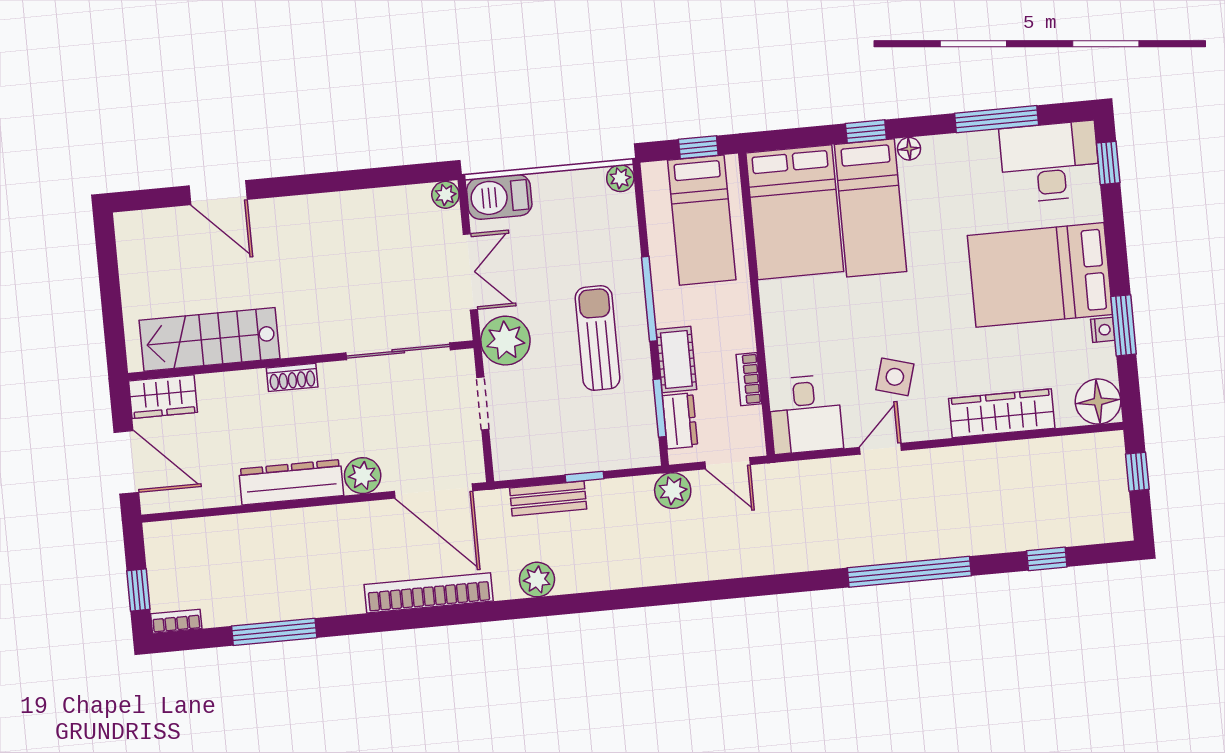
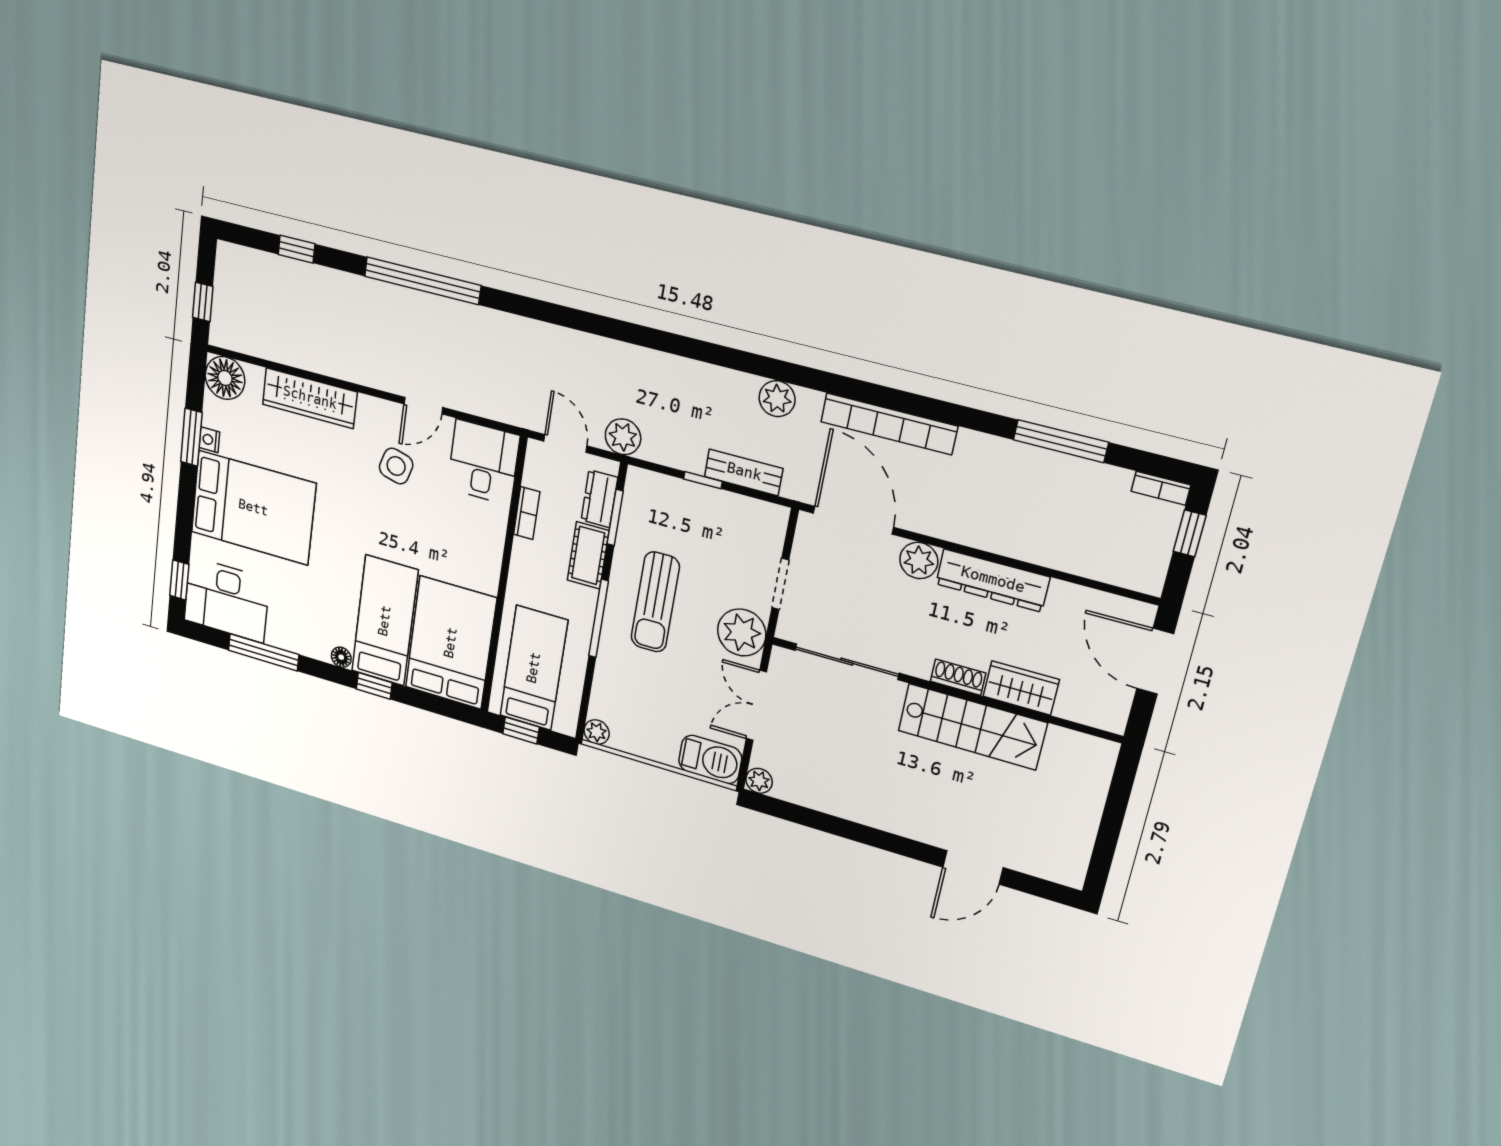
door: (218, 193) -> (973, 867), swing flipped
stairs: (209, 339) -> (972, 727), moved
wardrobe: (163, 397) -> (1021, 688), moved

